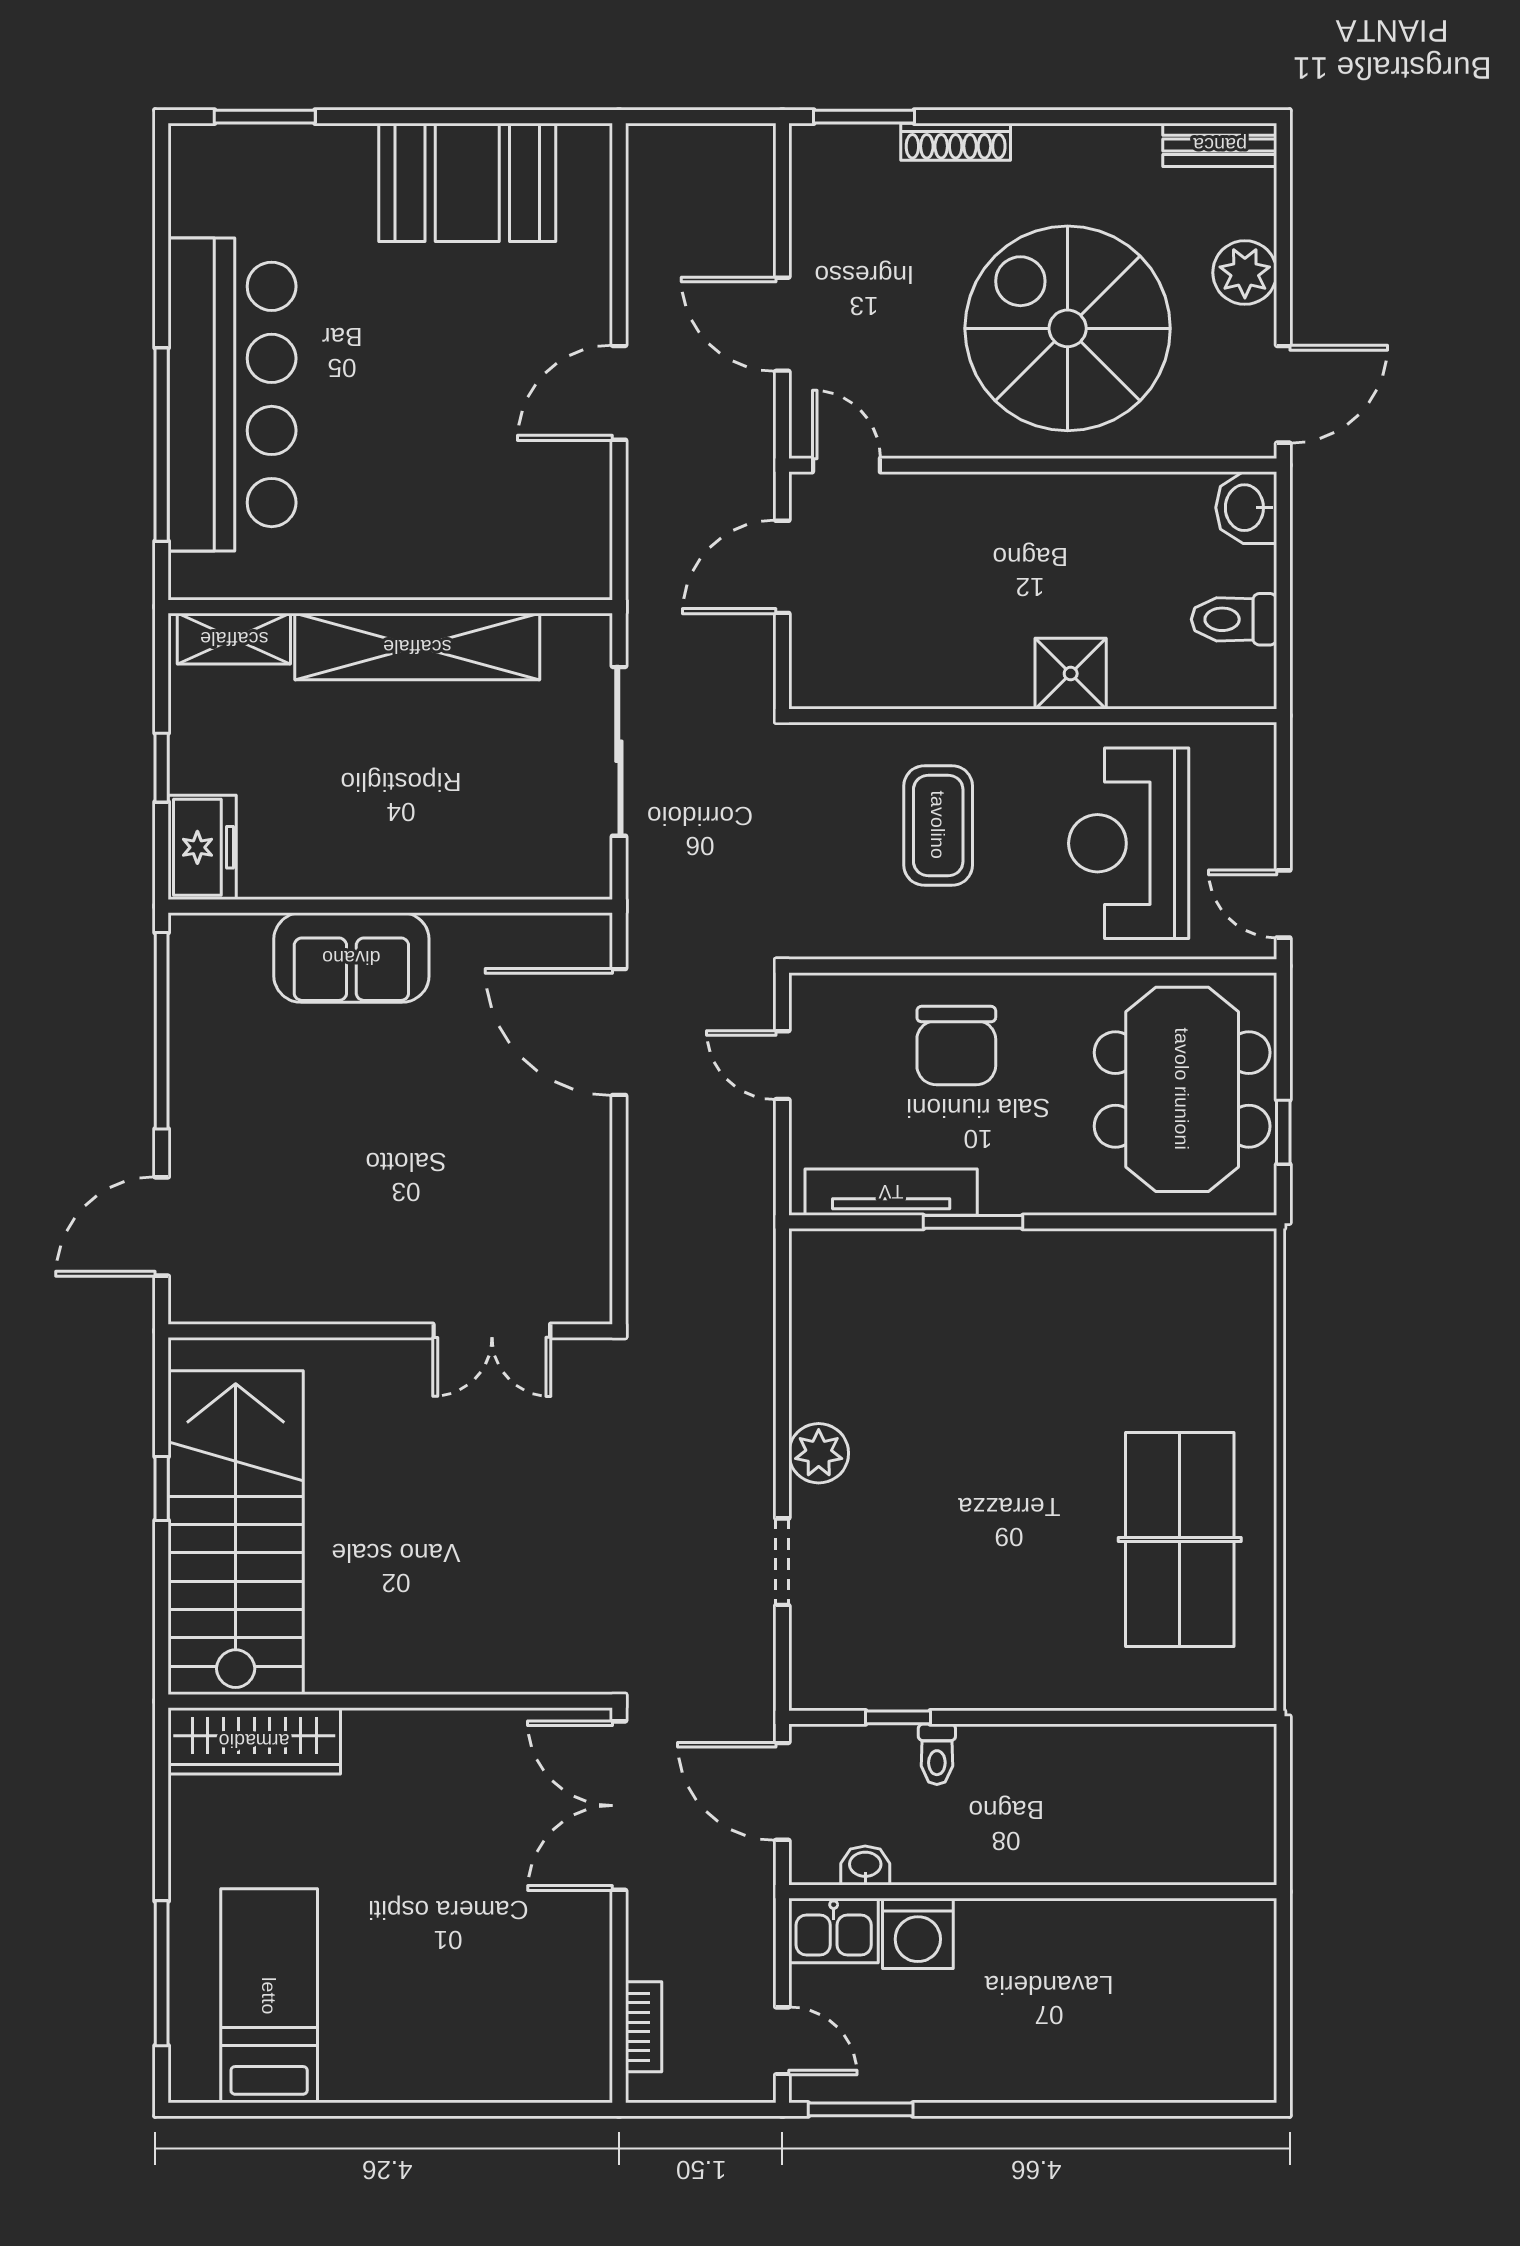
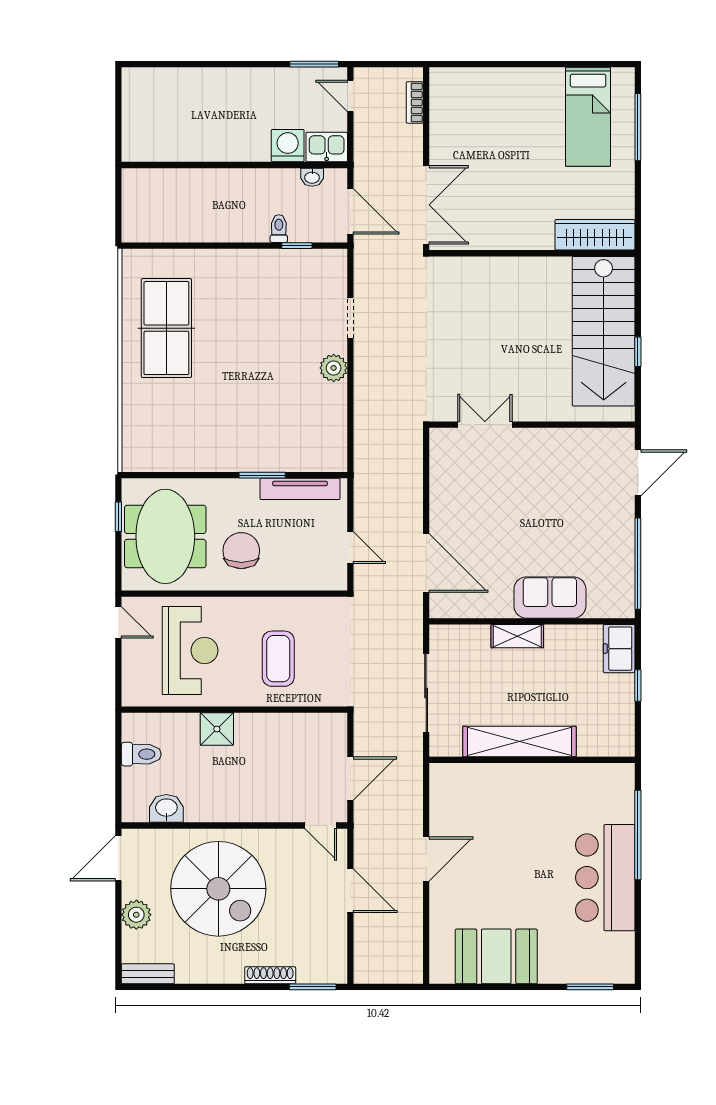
bar counter: (232, 394) -> (605, 878), width x0.73
washbasin: (1246, 508) -> (166, 808), moved, turned -90
shelving: (234, 639) -> (517, 636), moved
chair: (956, 1045) -> (241, 551), moved

